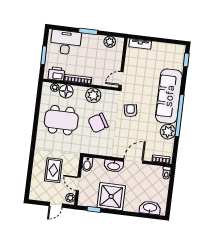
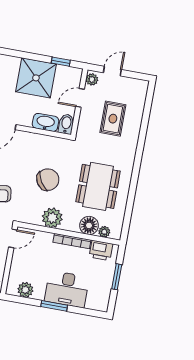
desk: (66, 42) -> (67, 289), moved
dining table: (61, 120) -> (98, 186), turned 90
washbasin: (114, 166) -> (46, 122), moved
door: (78, 184) -> (80, 98), swing flipped

